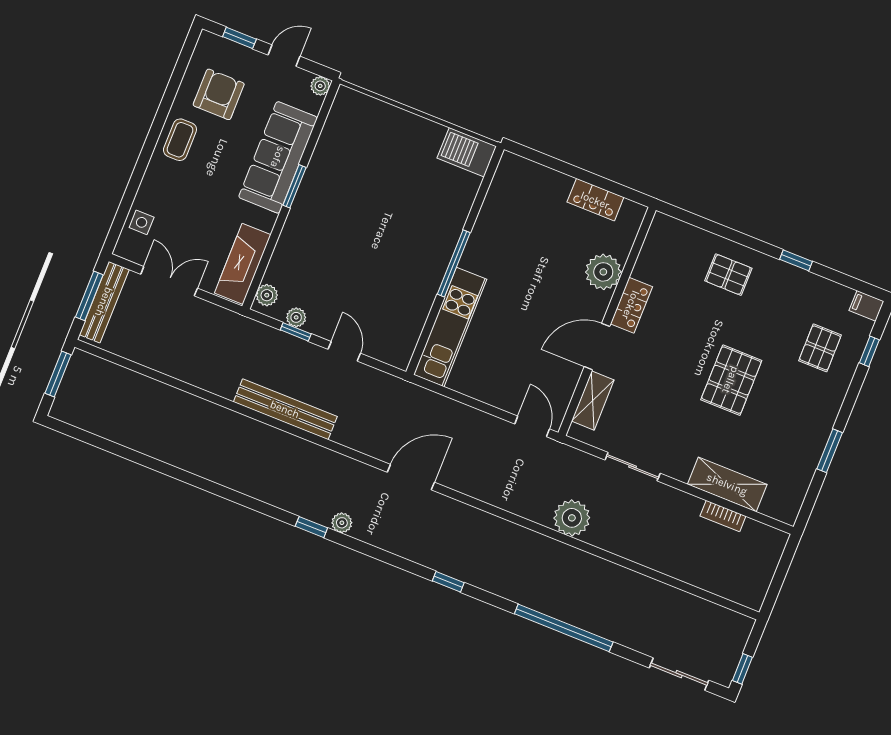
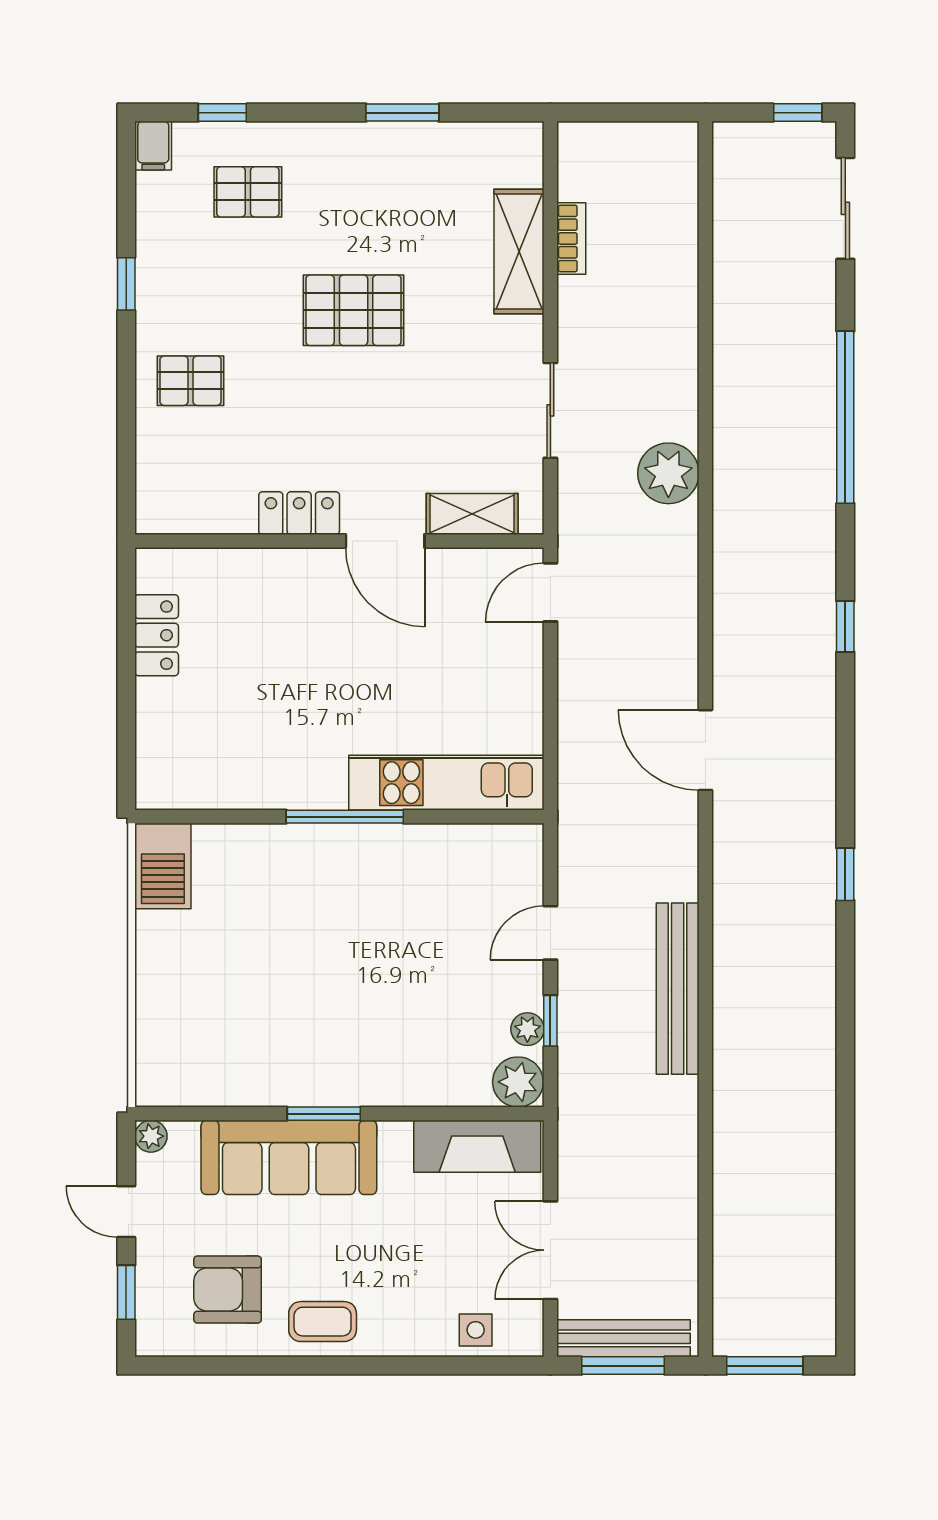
plant: (603, 272) -> (265, 578), removed
pallet: (728, 275) -> (191, 381), turned 90
plant: (267, 295) -> (518, 1082), width x1.38, depth x1.38
plant: (342, 523) -> (820, 829), removed

